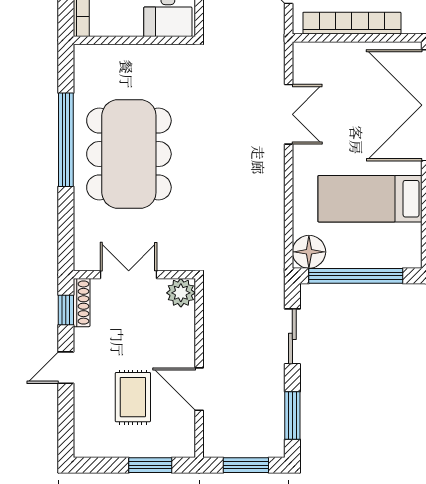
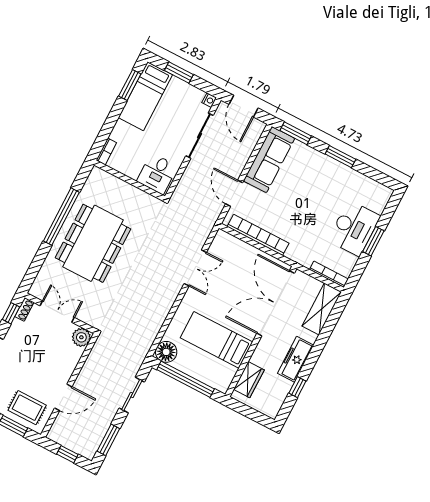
shoe rack: (82, 303) -> (24, 309), width x0.70
door: (199, 389) -> (63, 397), swing flipped
rug: (133, 397) -> (27, 408), moved, turned 90
window: (246, 465) -> (67, 454), width x0.67

